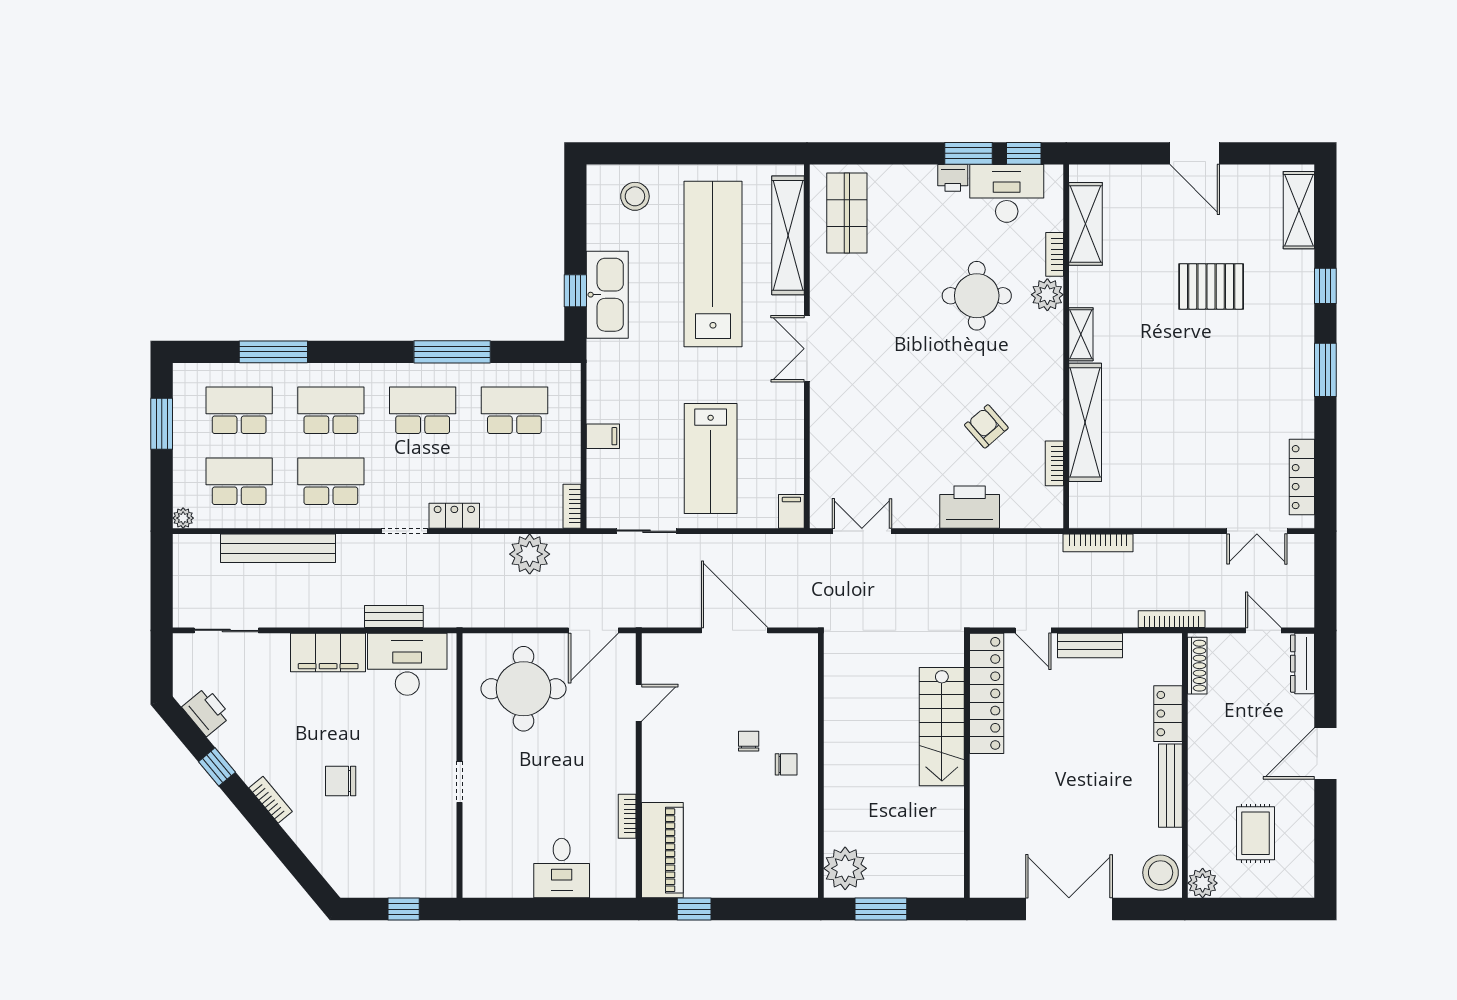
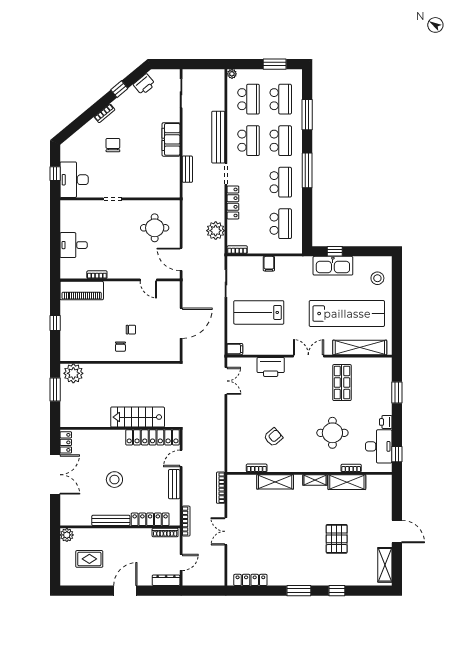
window: (968, 153) -> (397, 392), moved
door: (1195, 153) -> (397, 531), swing flipped
shelving: (1299, 210) -> (385, 565), moved, turned 90
shop shelf: (847, 213) -> (342, 383), moved, turned 90
shelving: (1086, 224) -> (347, 482), moved
plant: (1047, 295) -> (333, 465), removed
window: (452, 352) -> (307, 170), moved
shelving: (1085, 422) -> (275, 482), width x0.68
printer: (970, 507) -> (271, 367), moved, turned 90
locker: (454, 516) -> (233, 202), width x1.53
double door: (1257, 531) -> (226, 531), moved
bench: (278, 548) -> (218, 137), moved
desk: (407, 664) -> (74, 180), moved, turned 180
round table: (524, 689) -> (155, 228), width x0.73, depth x0.73
locker: (1168, 714) -> (150, 519), width x1.53
door: (1325, 753) -> (125, 591), hinge flipped
stool: (1161, 873) -> (114, 480), moved
locker: (998, 885) -> (66, 442), added
window: (694, 909) -> (55, 323), moved

